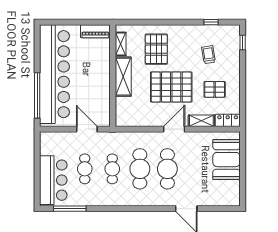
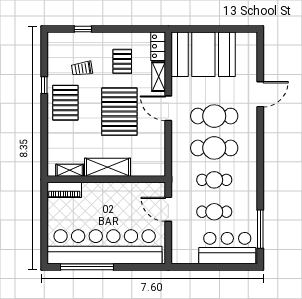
window: (211, 22) -> (44, 85), moved
piano: (95, 31) -> (64, 190), moved, turned 90
window: (243, 43) -> (83, 29), moved
pallet: (156, 49) -> (65, 103), moved, turned 90
window: (37, 95) -> (87, 267), moved
door: (87, 129) -> (168, 209), hinge flipped
booth: (226, 160) -> (203, 54), width x1.36, depth x1.42

